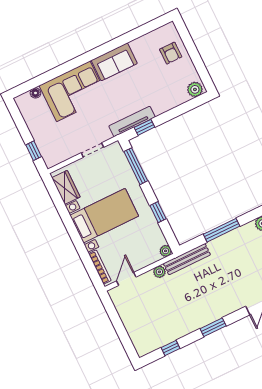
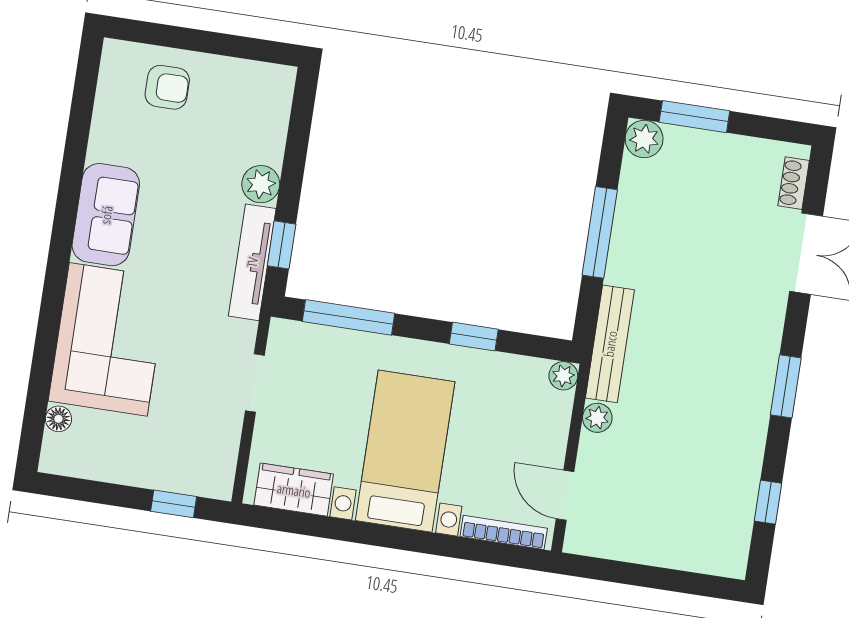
plant: (195, 89) -> (261, 184), moved

